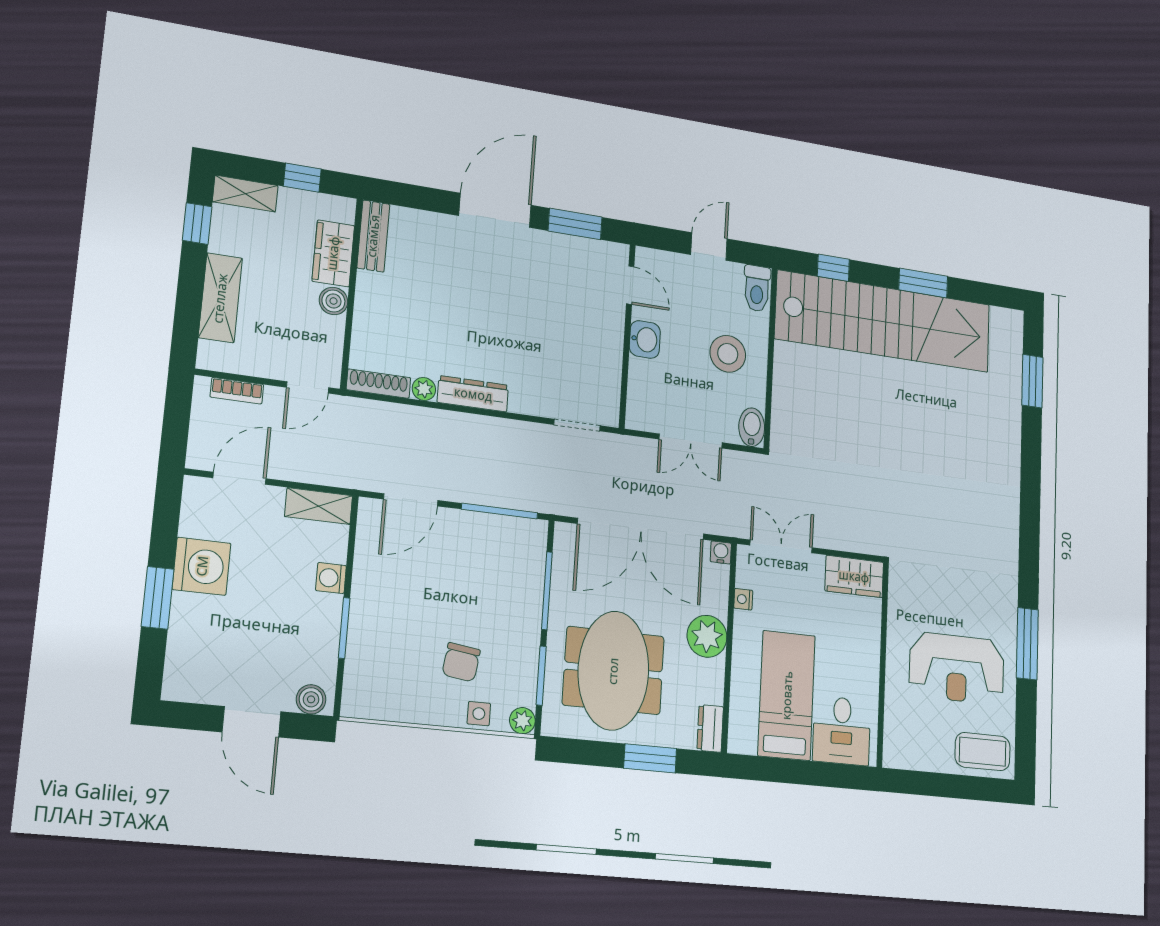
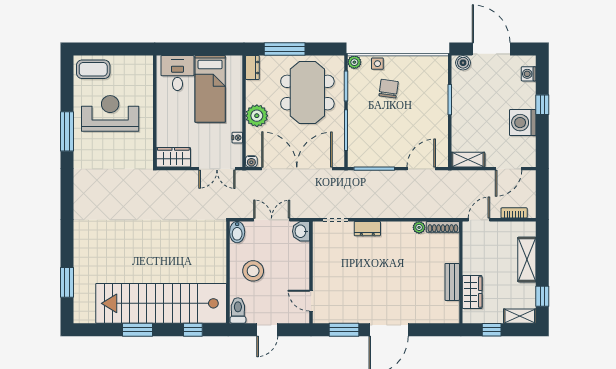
bench: (373, 236) -> (452, 282), moved
boiler: (333, 301) -> (470, 267), removed
washbasin: (645, 339) -> (301, 231), moved
dresser: (473, 394) -> (367, 229), moved, width x0.70
washing machine: (331, 578) -> (529, 74), moved, turned 180
window: (158, 598) -> (542, 105), width x0.67
door: (252, 722) -> (491, 49), width x1.36
window: (650, 758) -> (285, 49), width x1.44

